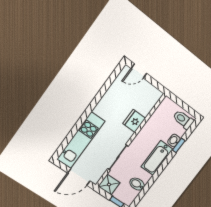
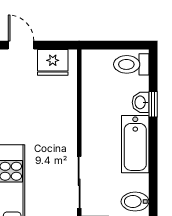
door: (139, 71) -> (21, 45), swing flipped
fridge: (134, 121) -> (53, 62), moved, turned -90

